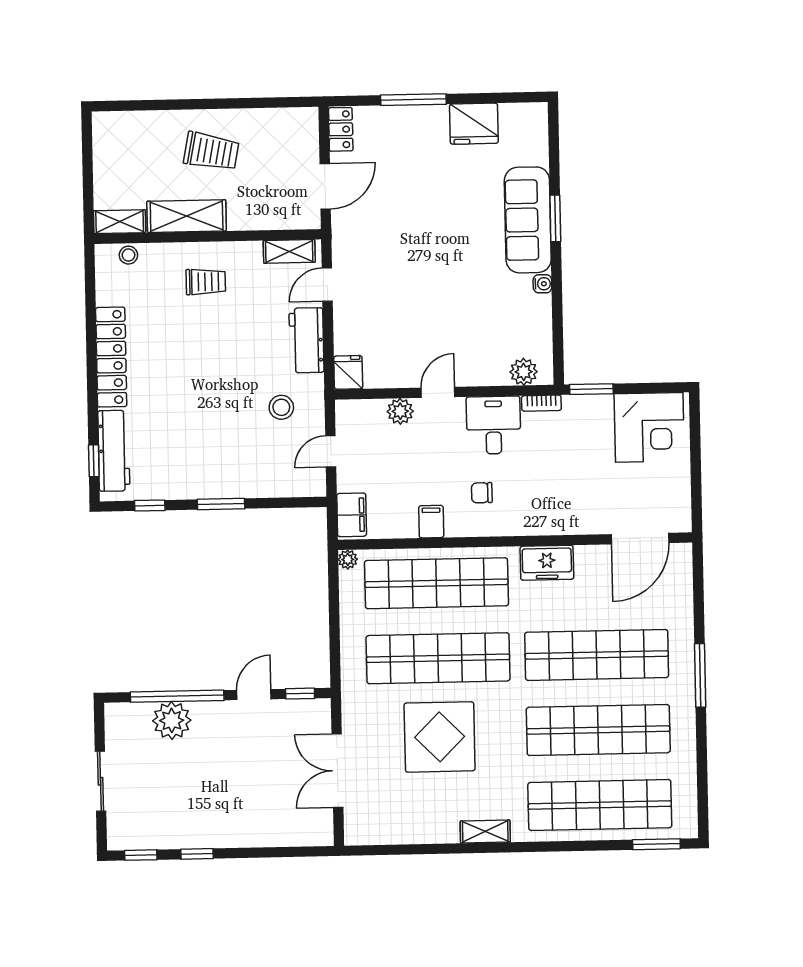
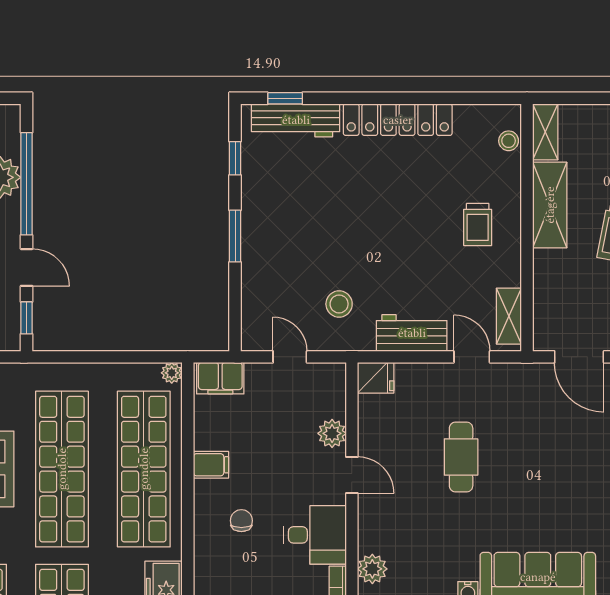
cafe table: (419, 293) -> (461, 457), added

